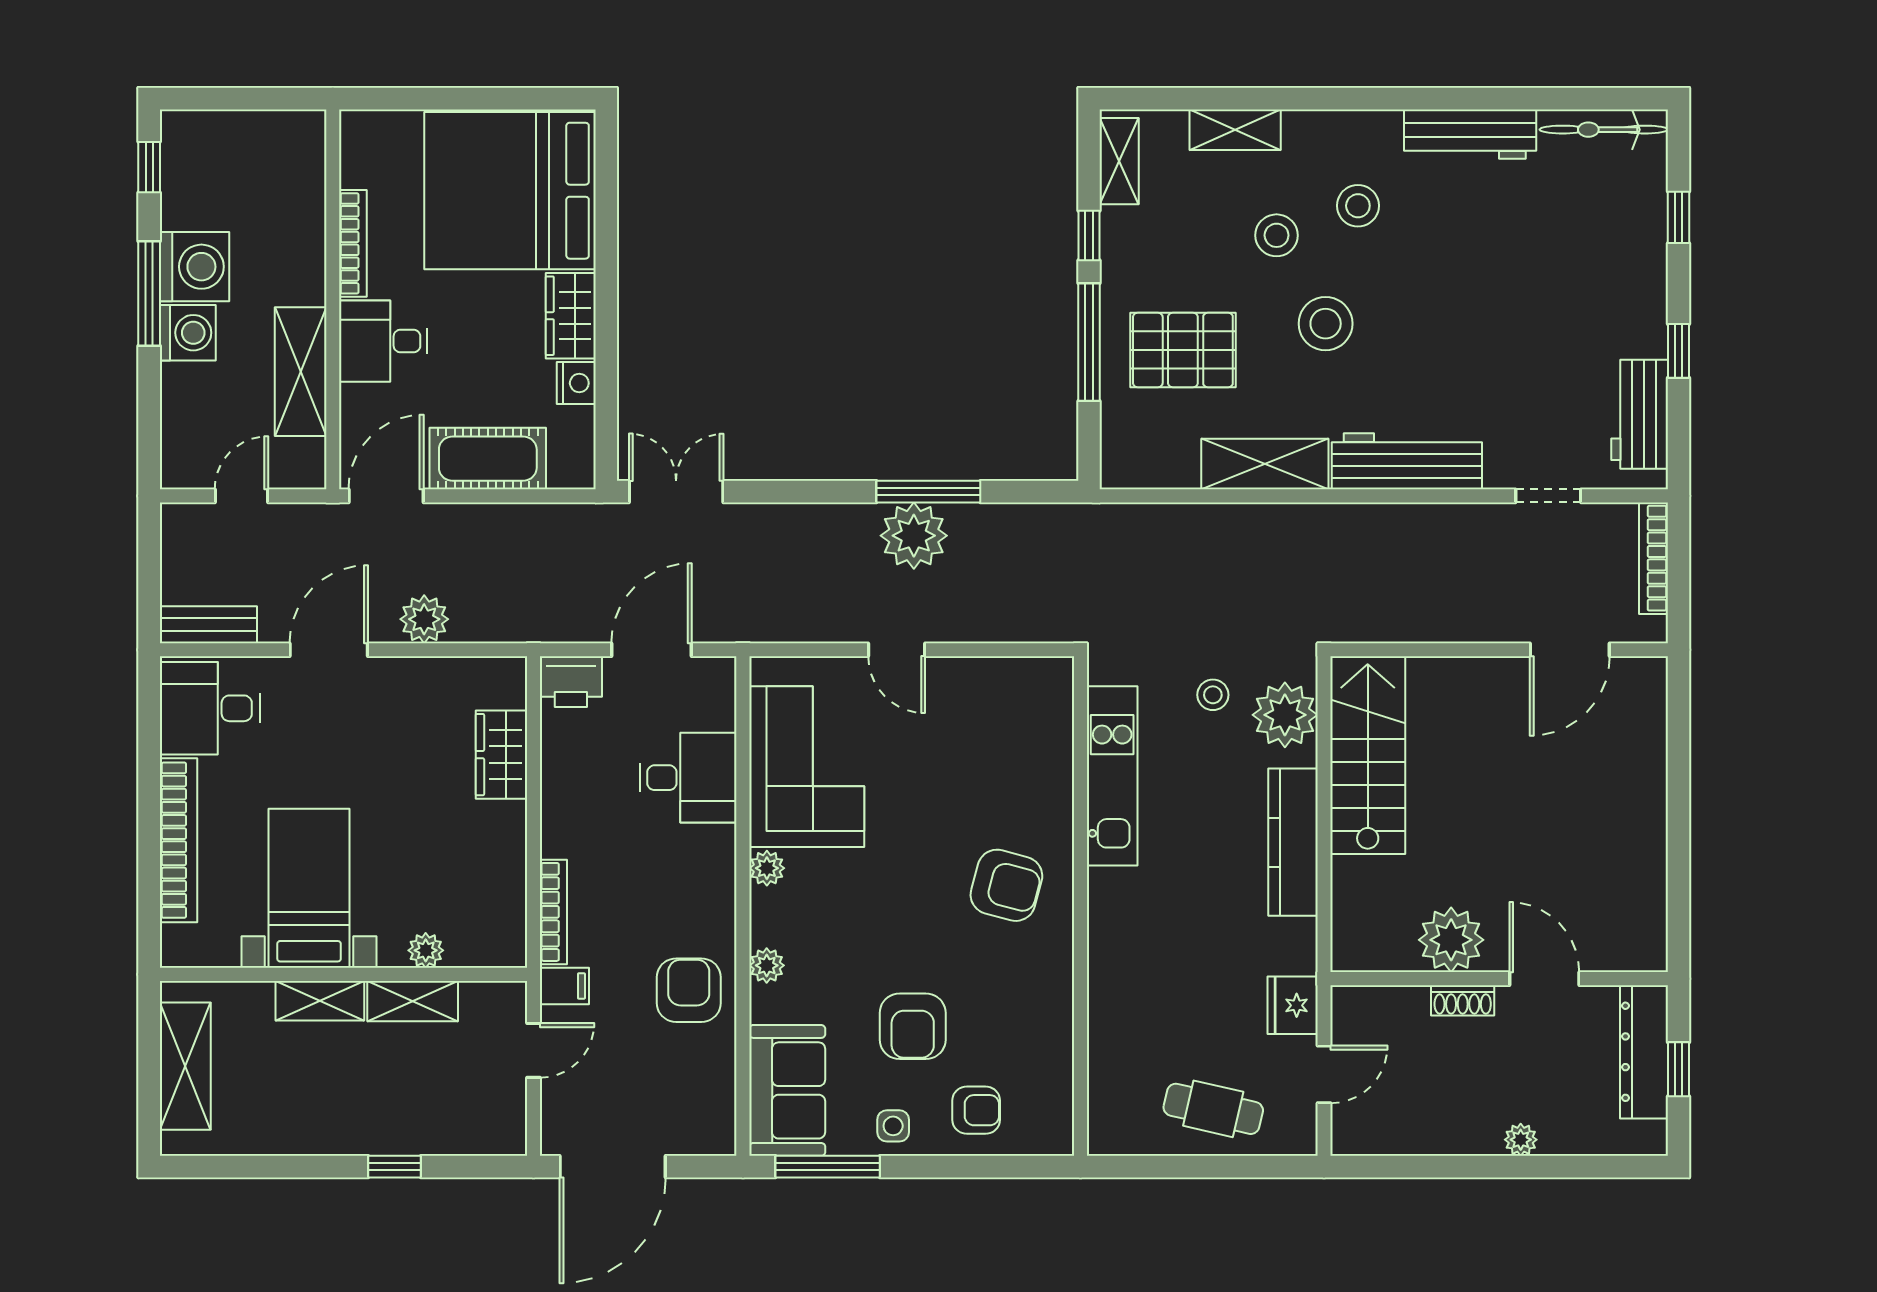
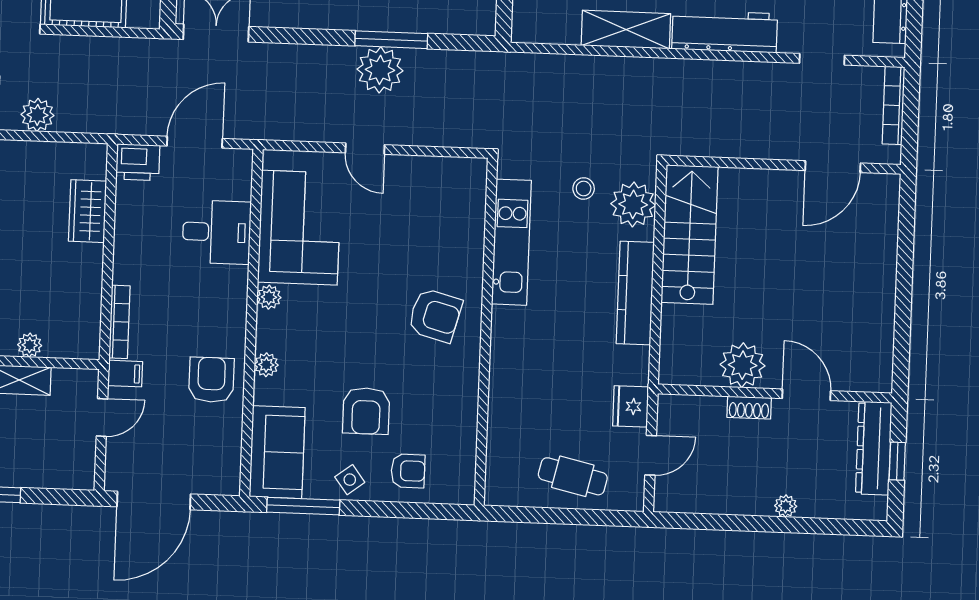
side table: (893, 1126) -> (350, 480), turned -37

